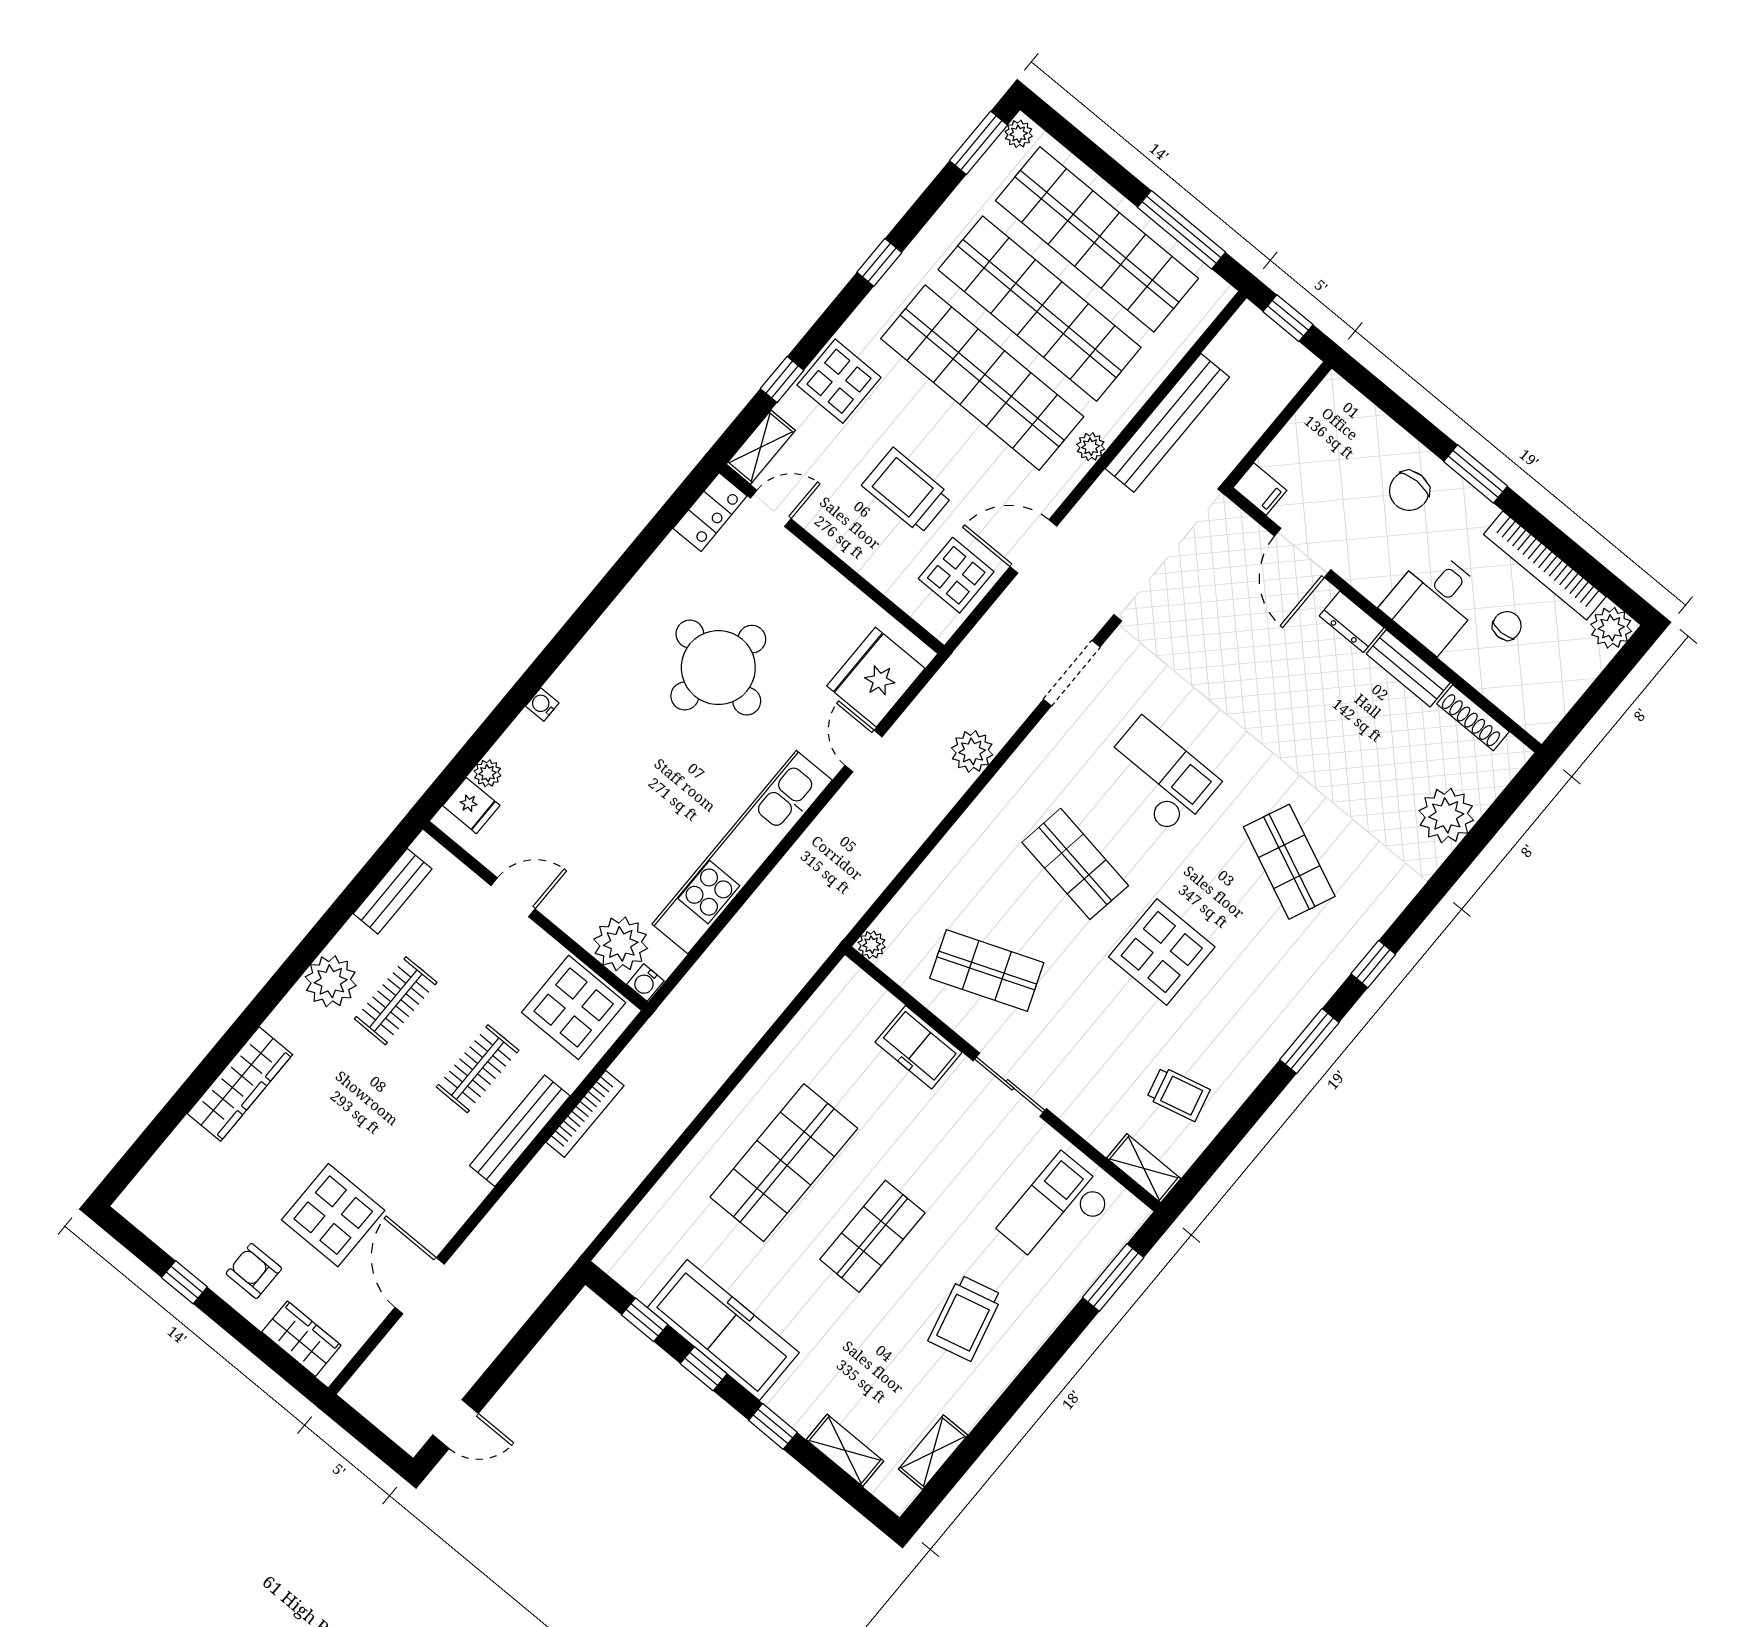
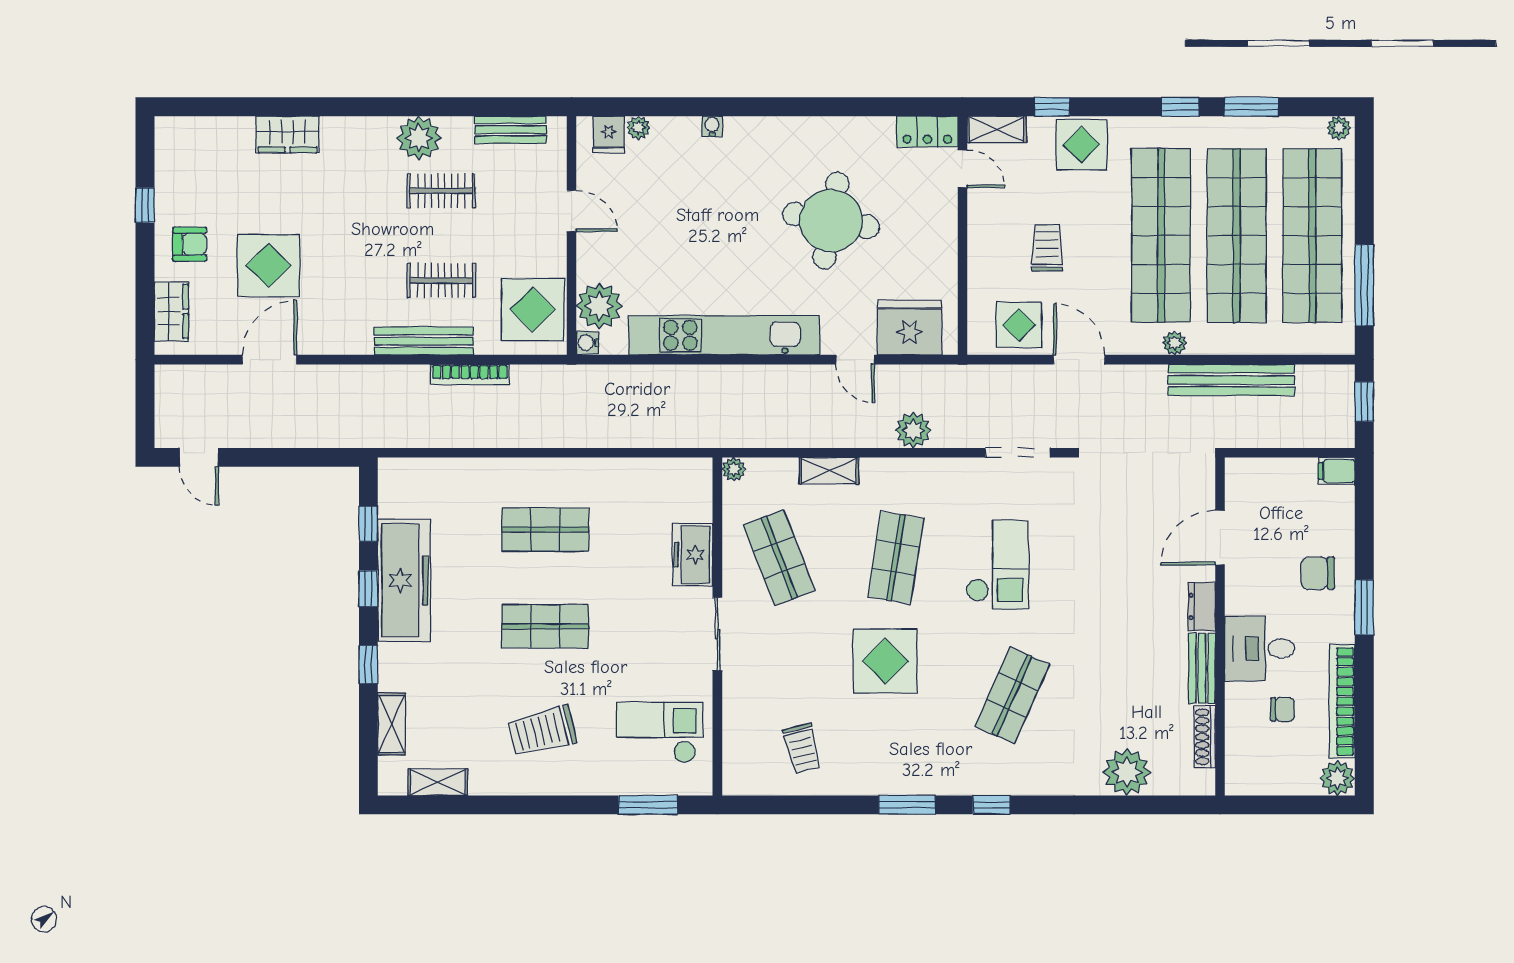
window: (978, 143) -> (1251, 107), moved
filing cabinet: (1260, 489) -> (1337, 471), moved, turned 90
trolley: (907, 491) -> (1047, 248), width x0.73, depth x0.72
door: (864, 751) -> (855, 360), swing flipped
wardrobe: (240, 1084) -> (287, 134), width x0.67
shop shelf: (784, 1163) -> (545, 530), width x0.70, depth x0.74
shelving: (1144, 1168) -> (829, 471), moved, turned 90
armchair: (254, 1271) -> (190, 244), turned 90

